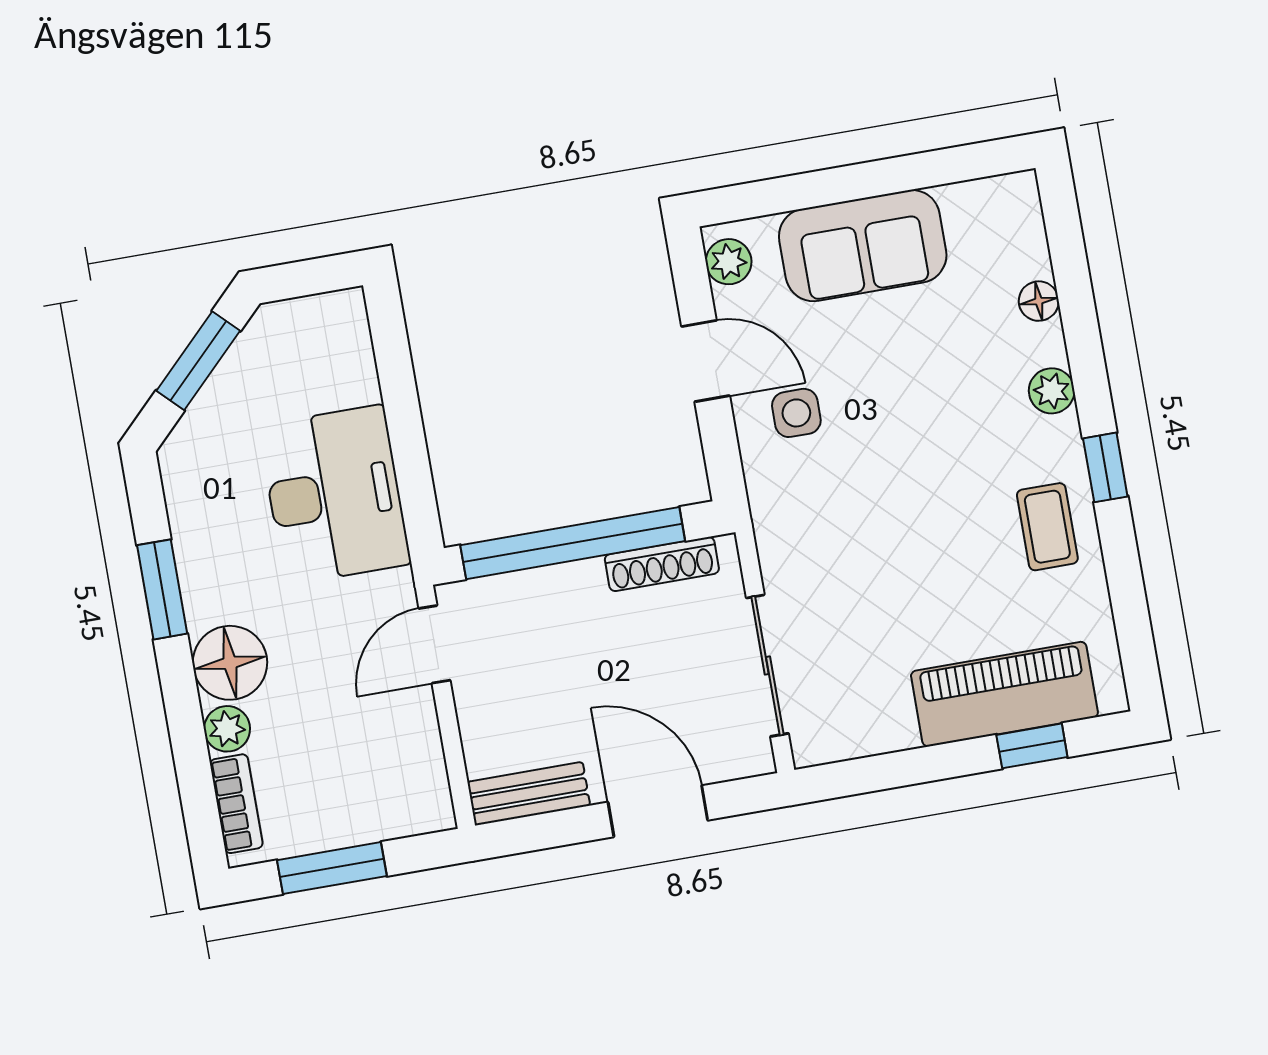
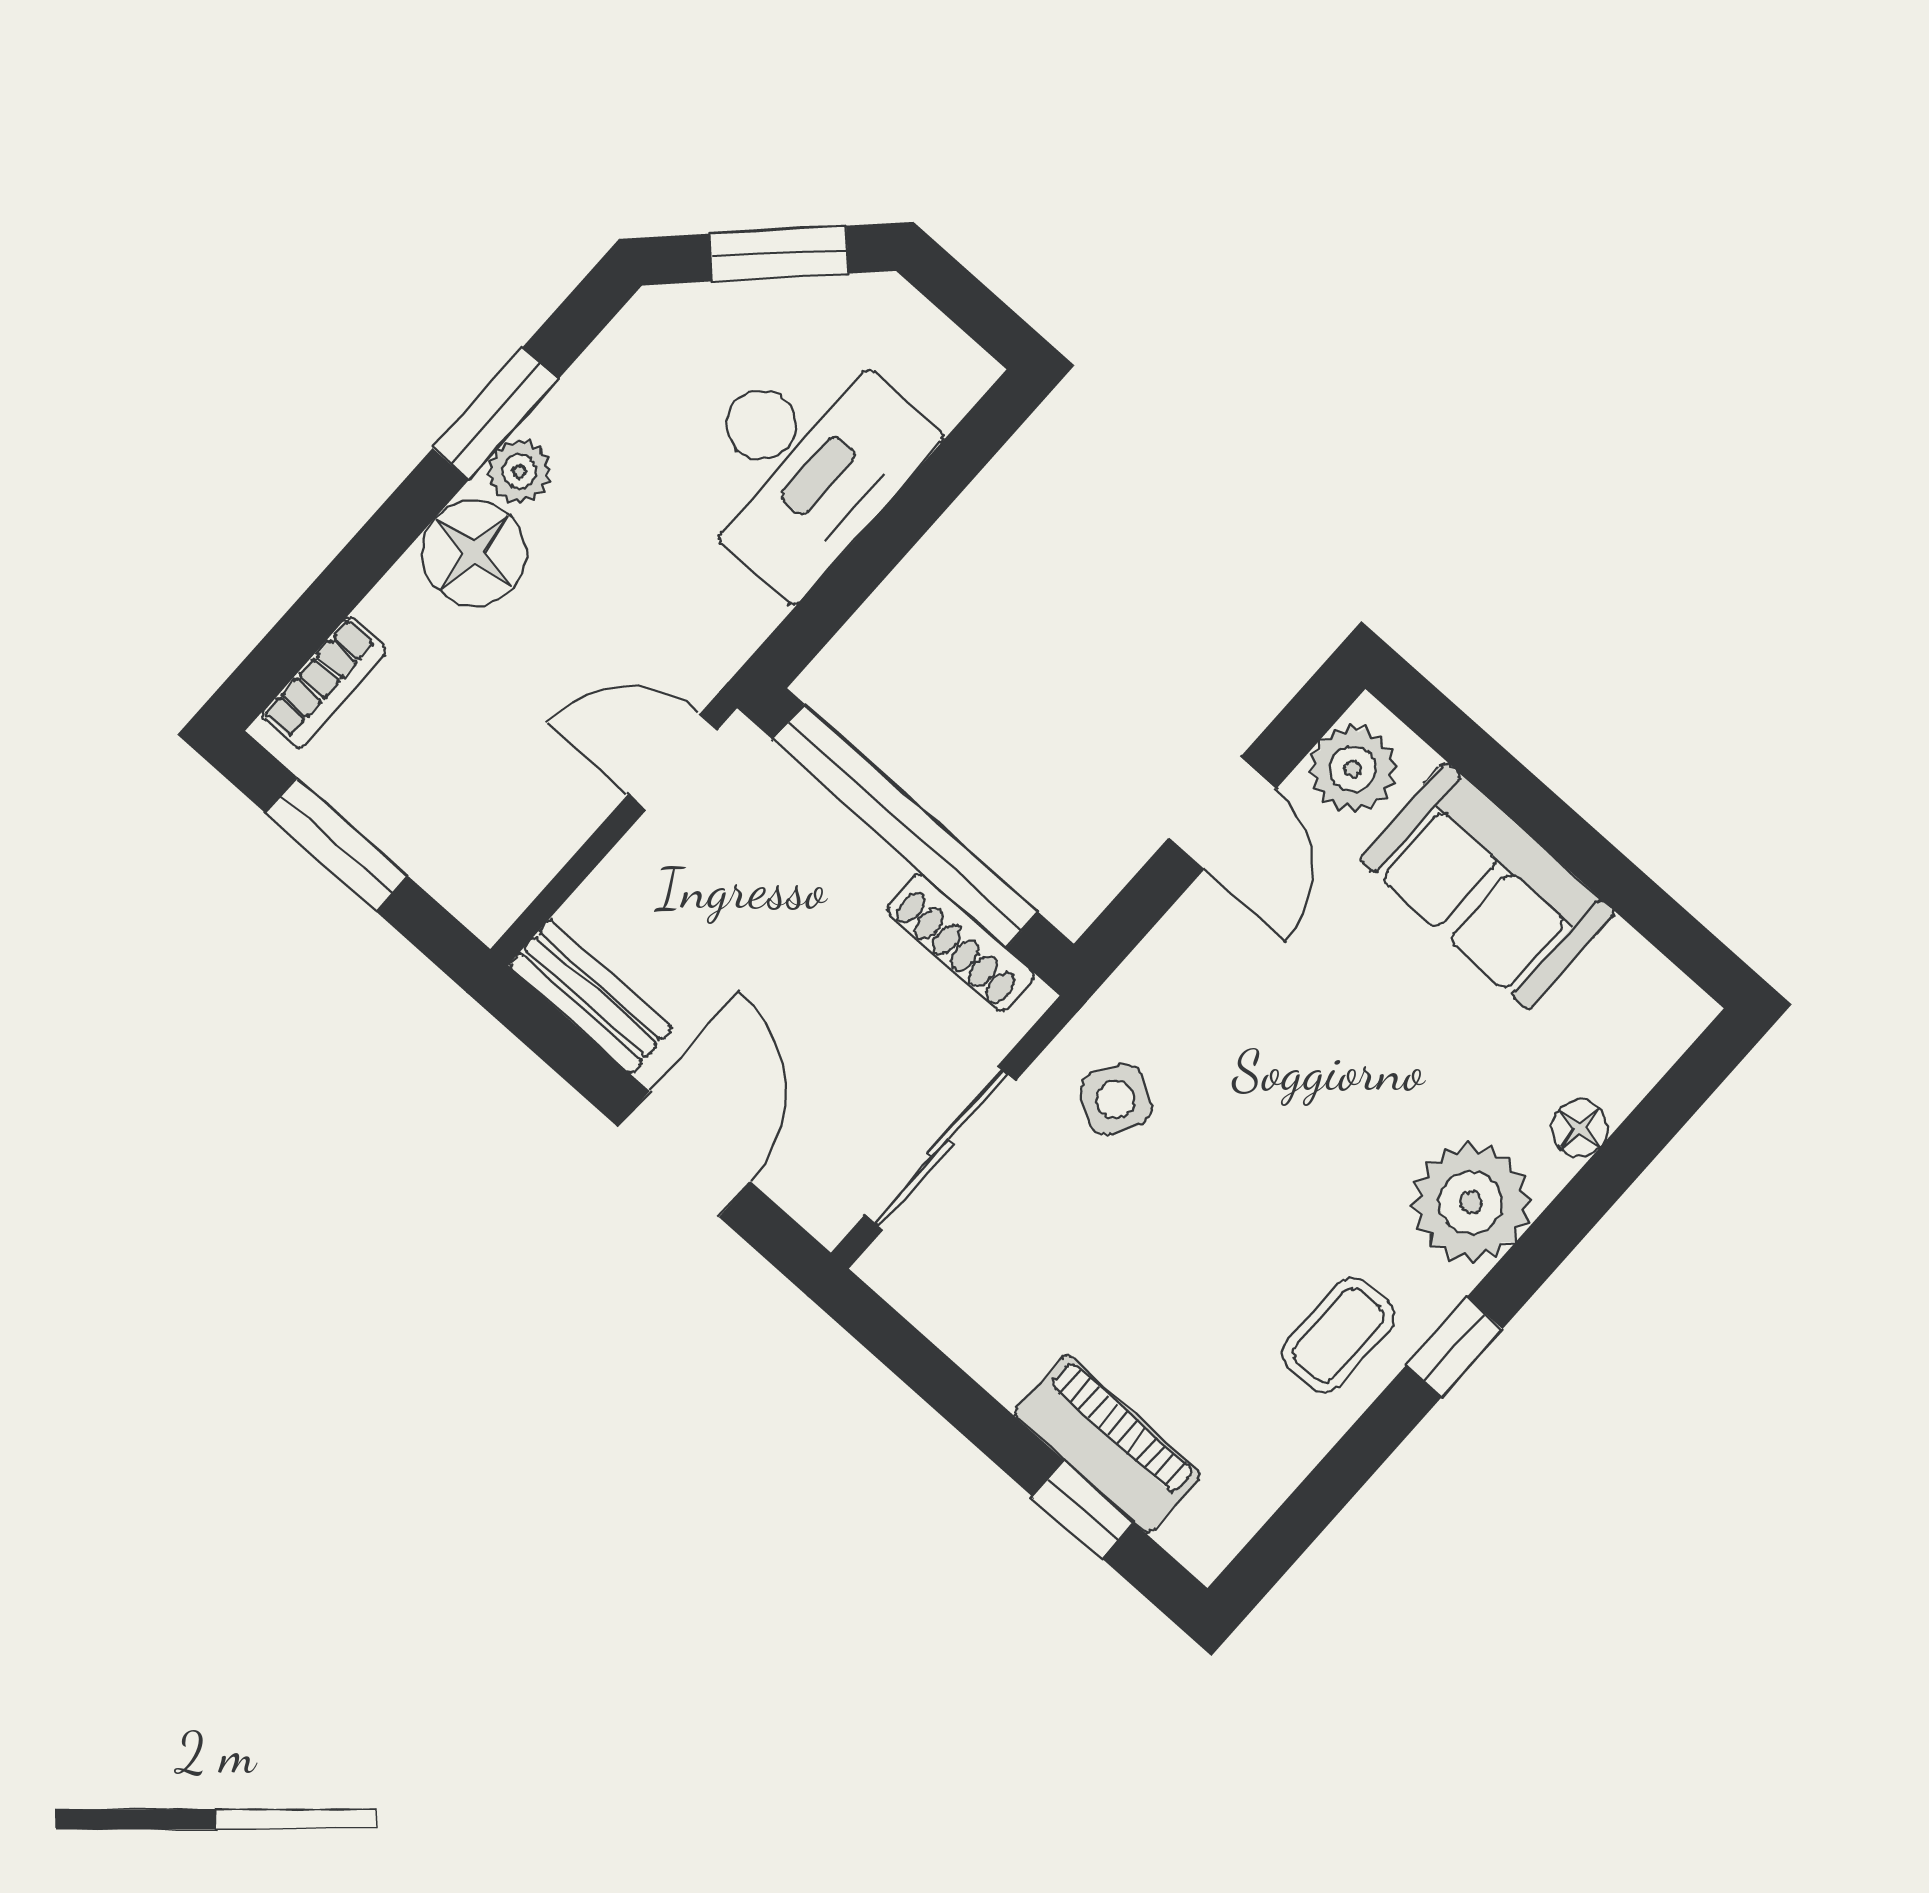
plant: (729, 262) -> (1353, 769), width x1.38, depth x1.38
plant: (1052, 391) -> (1471, 1202), width x1.87, depth x1.87
side table: (796, 413) -> (1116, 1099), moved, turned 30
desk: (335, 495) -> (803, 462), moved
piano: (1004, 694) -> (1107, 1444), width x0.73, depth x0.75
plant: (227, 729) -> (519, 471), moved

